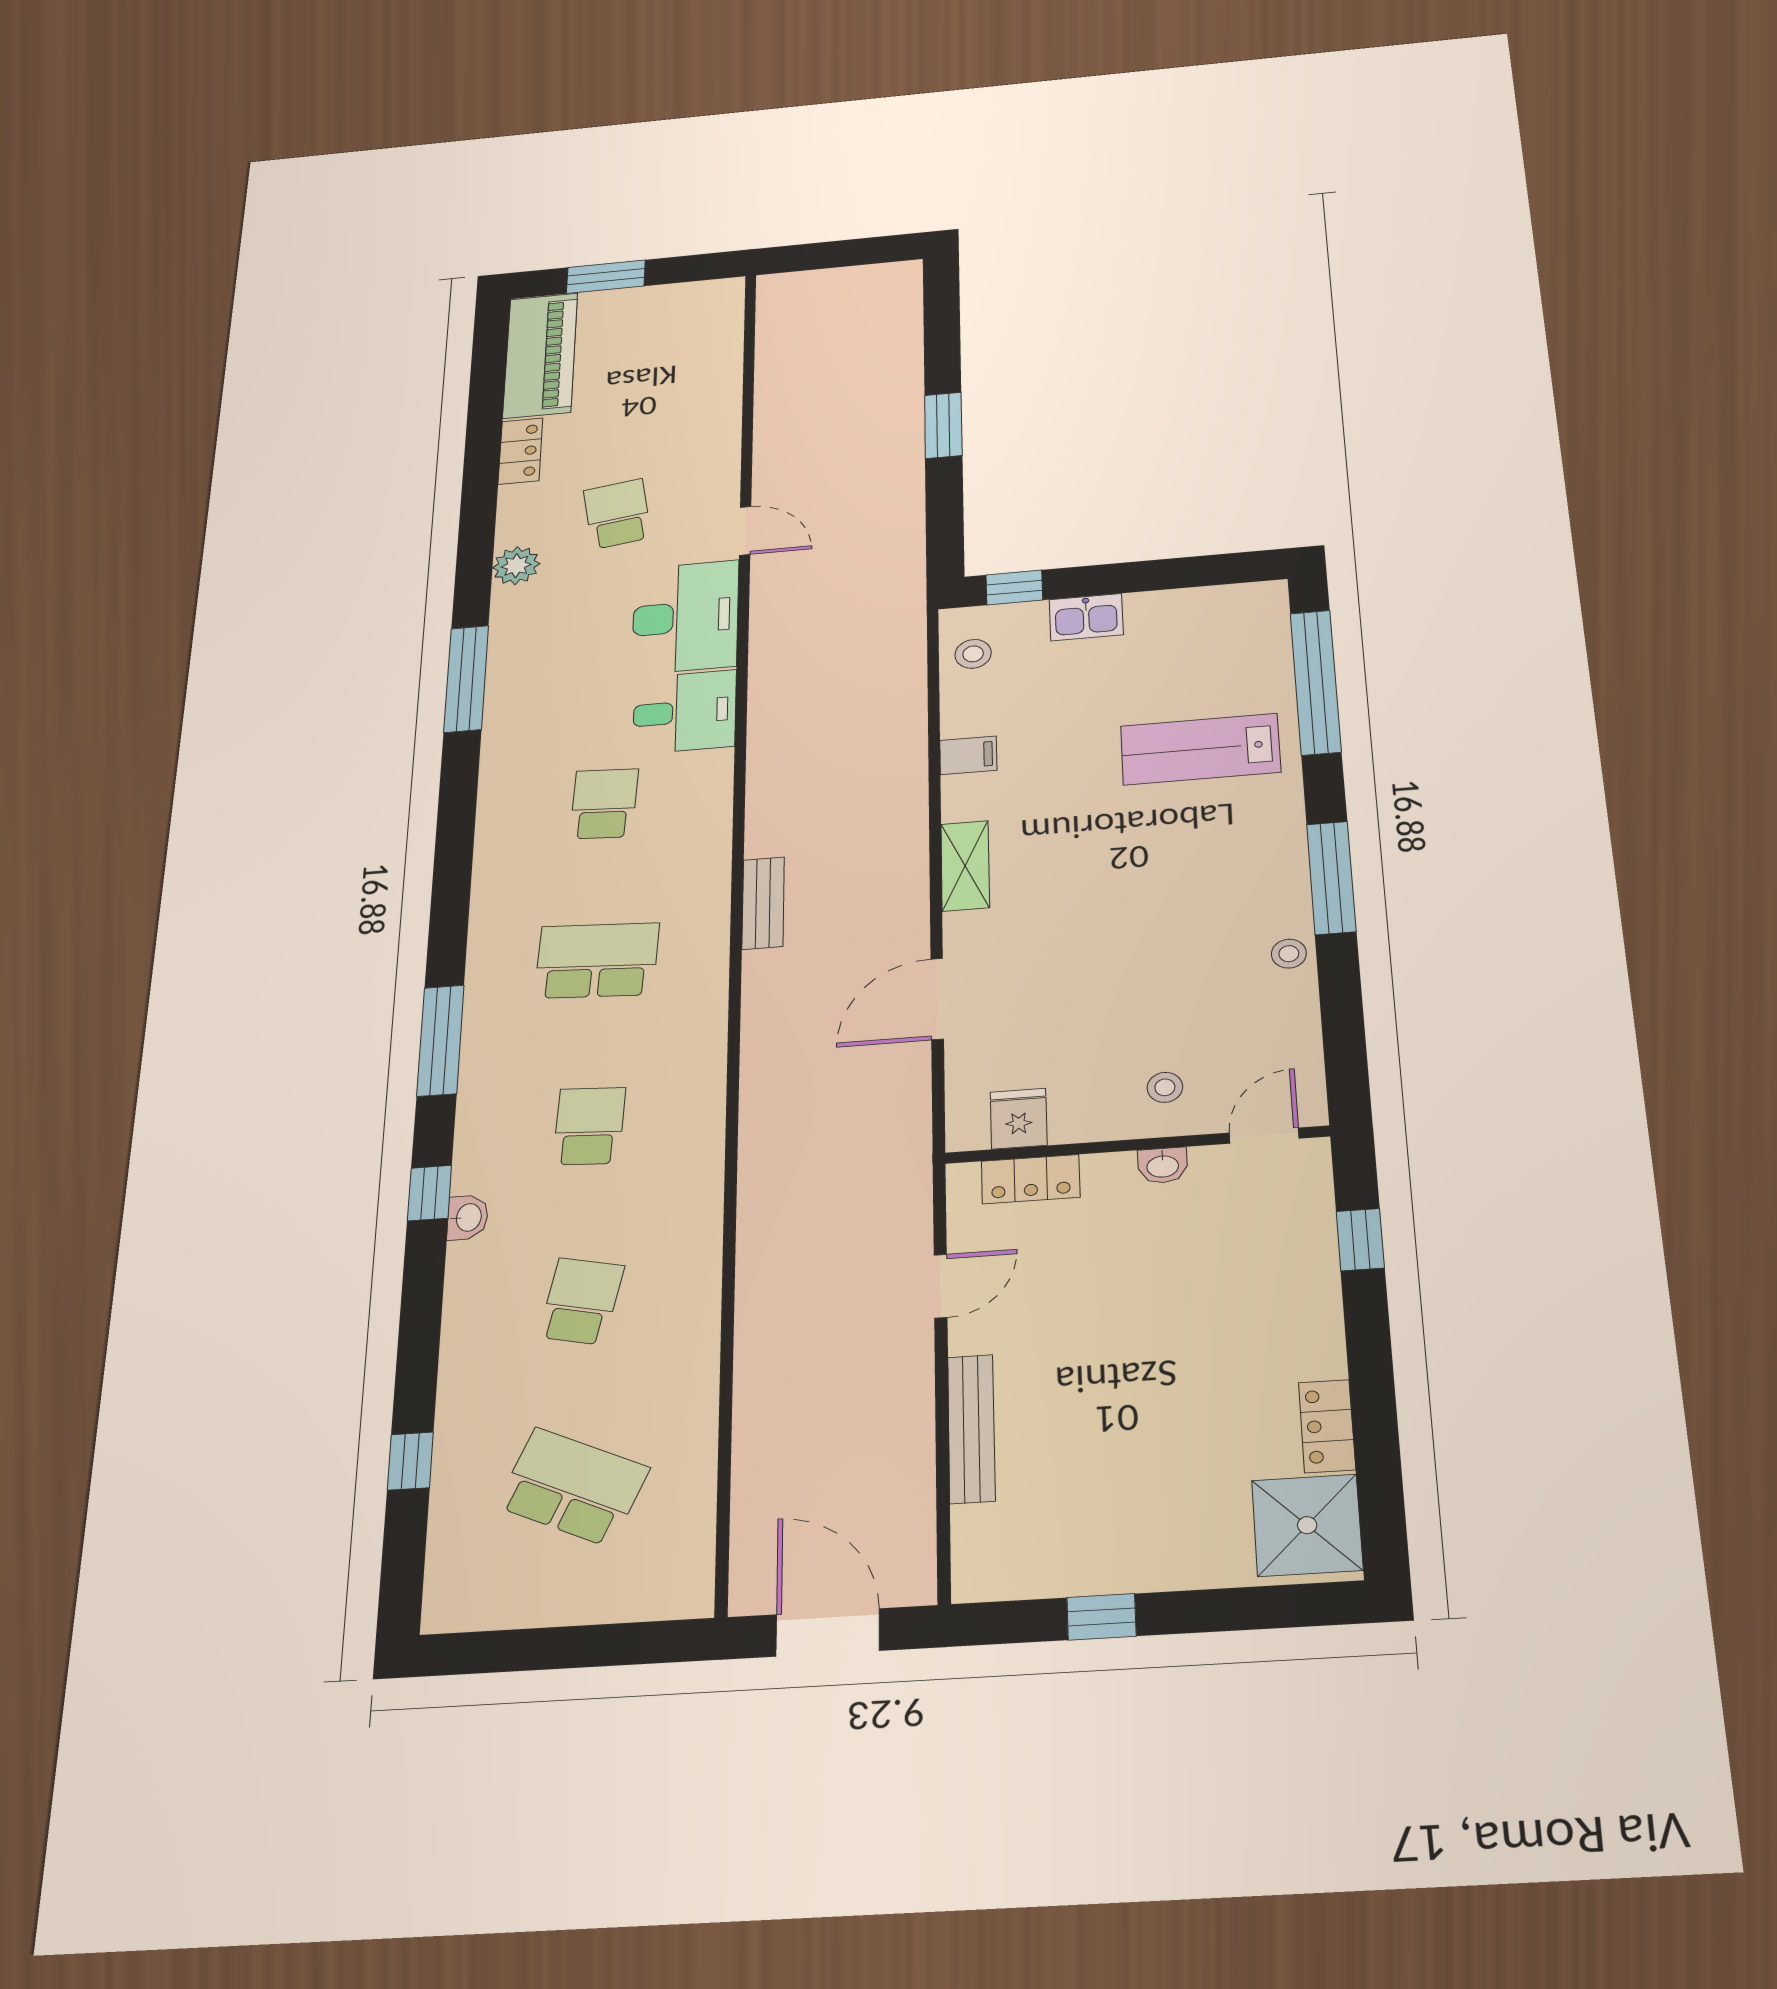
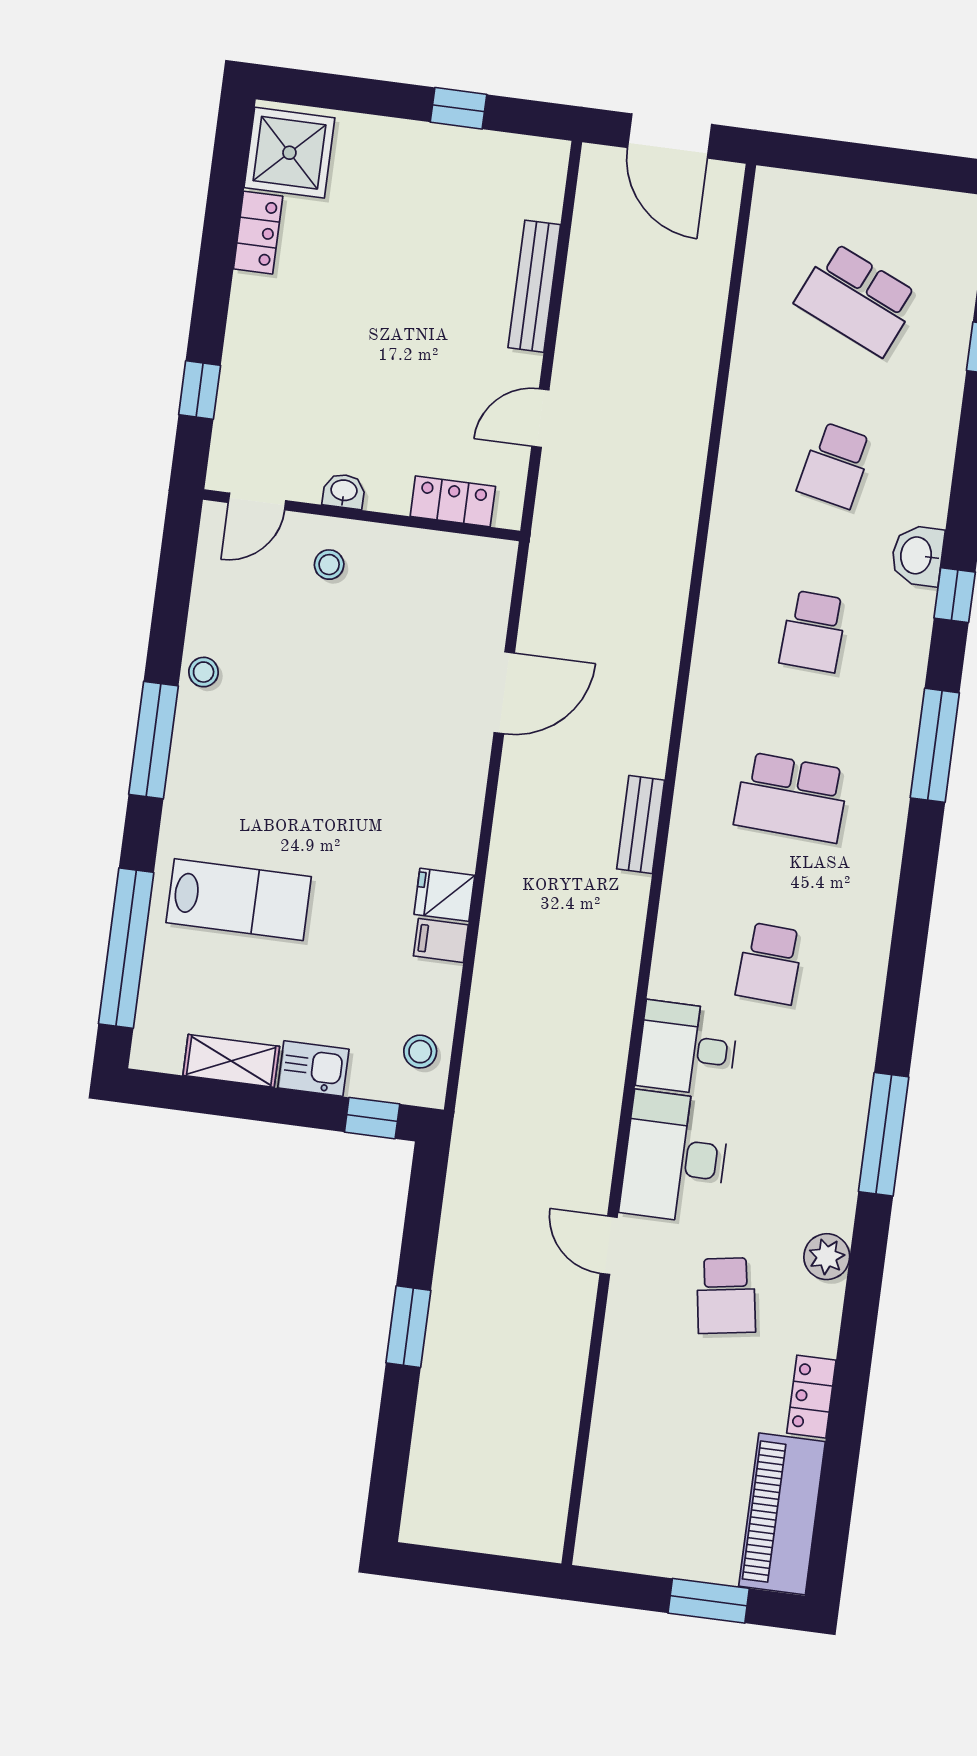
shelving: (965, 866) -> (231, 1061), moved, turned 90
fridge: (1019, 1119) -> (444, 895), moved, turned 90
washbasin: (468, 1218) -> (917, 556), width x1.38, depth x1.45

